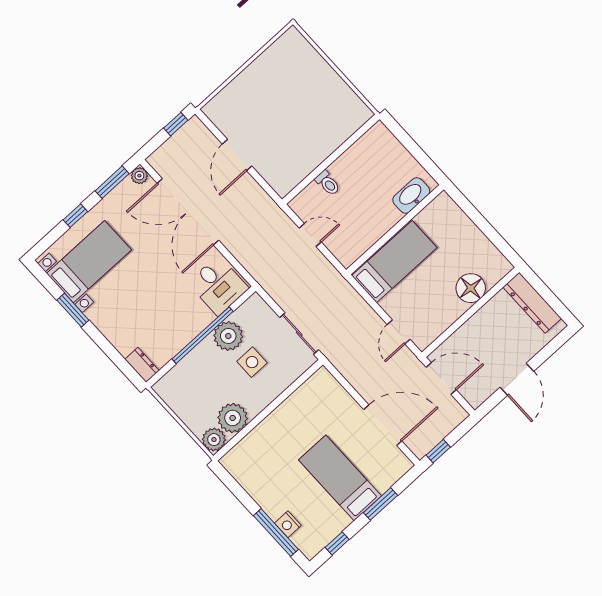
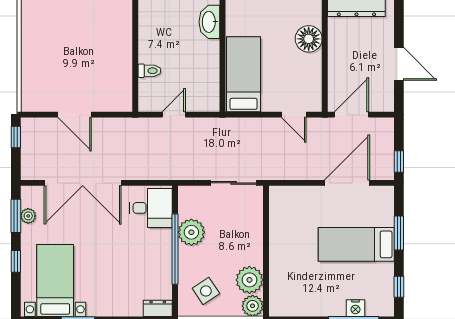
plant: (139, 176) -> (28, 216), moved
side table: (252, 362) -> (206, 291), moved, turned -34

